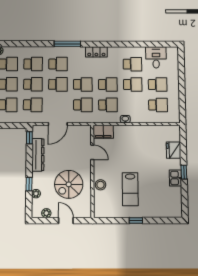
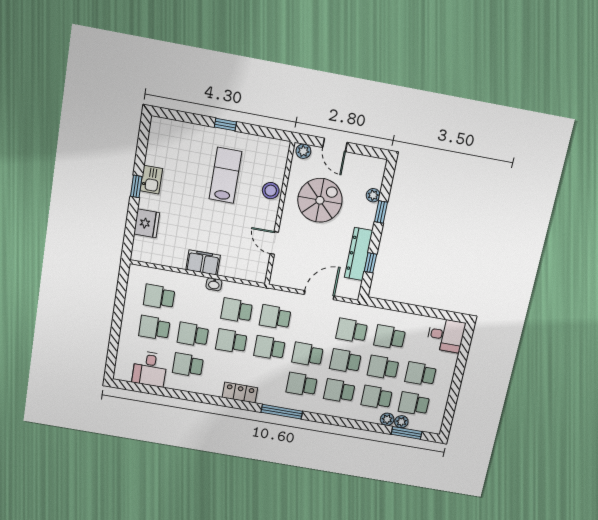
filing cabinet: (103, 132) -> (203, 263), moved
window: (29, 138) -> (370, 263), moved
plant: (46, 213) -> (303, 151), moved

